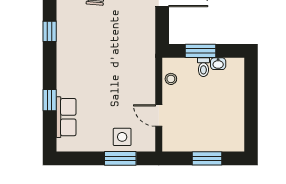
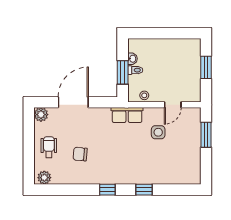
window: (50, 100) -> (144, 190), moved
row of seats: (66, 117) -> (127, 115), moved, turned 180
side table: (122, 137) -> (158, 132), moved

